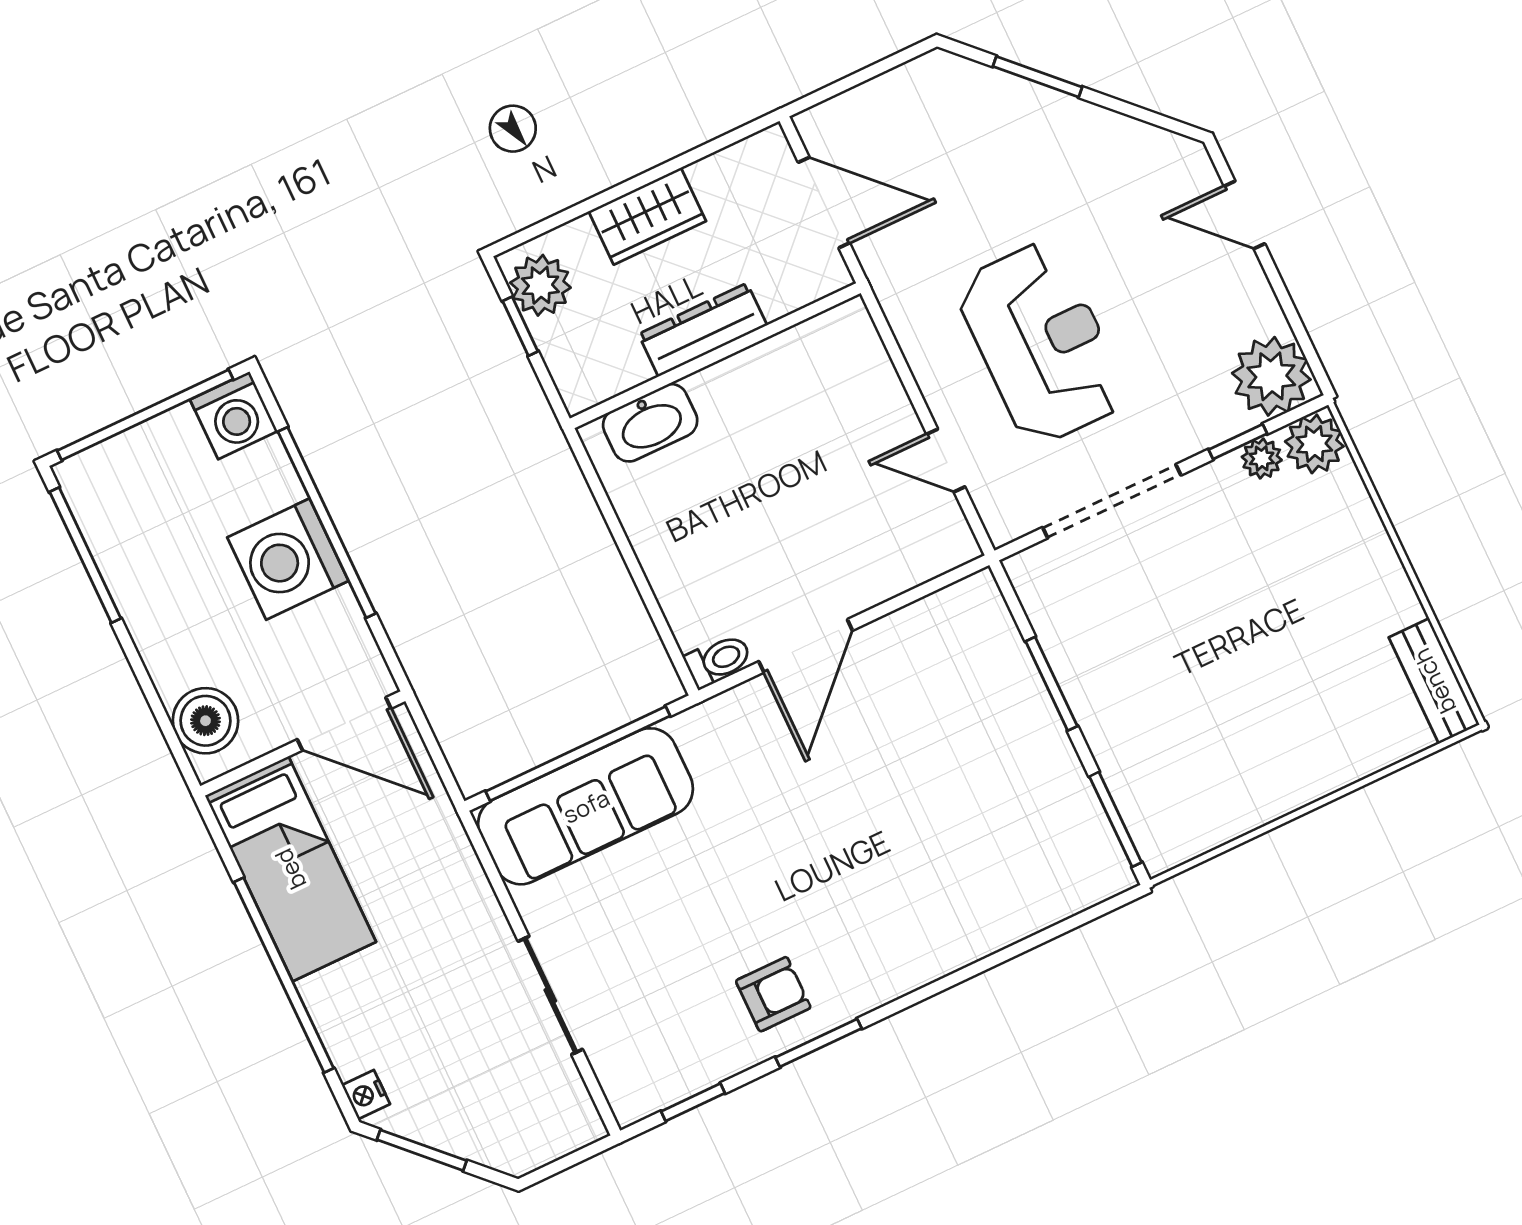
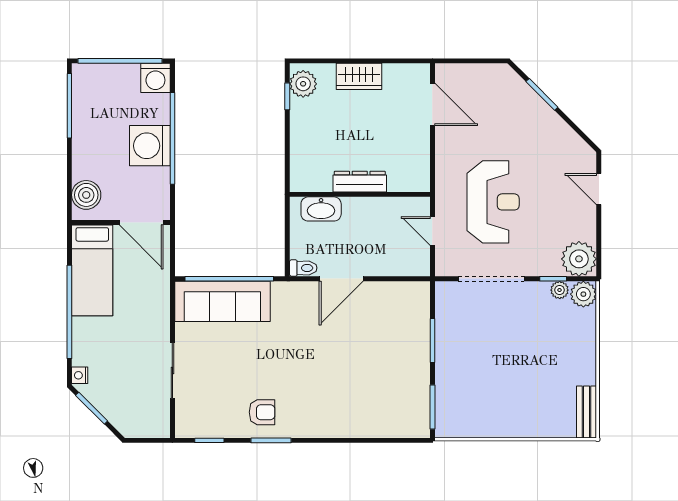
dresser: (703, 330) -> (360, 182), moved
wall: (715, 356) -> (360, 194), moved
washbasin: (650, 423) -> (321, 209), moved

